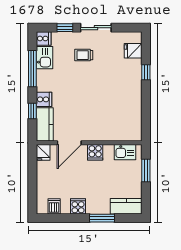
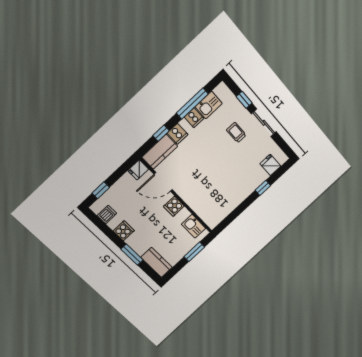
cooker: (44, 38) -> (194, 118), moved
window: (32, 193) -> (101, 190), added

